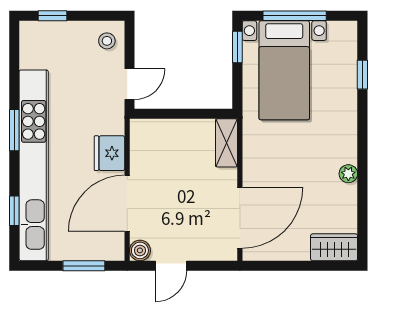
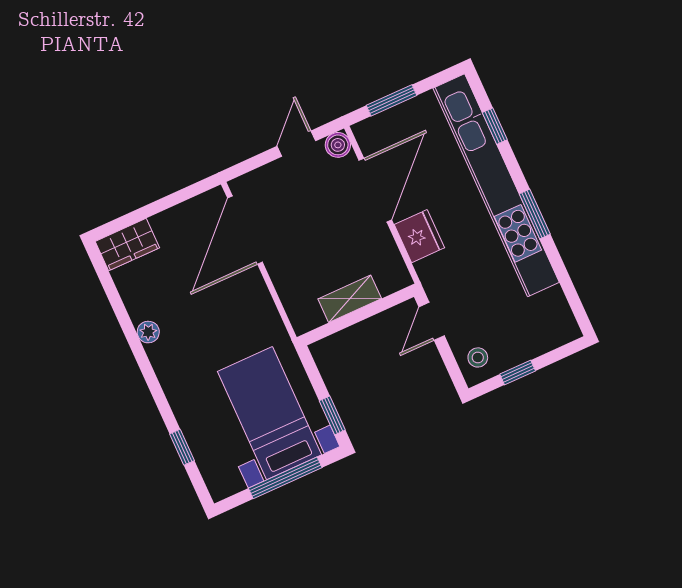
window: (52, 16) -> (518, 372), moved
shelving: (226, 143) -> (350, 299), moved, turned 90

